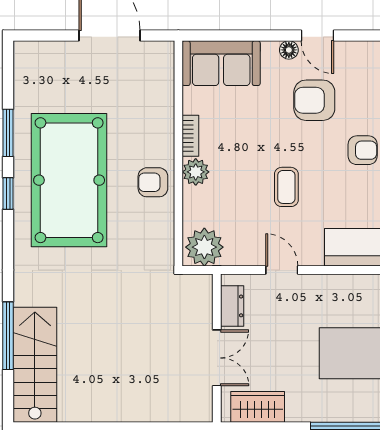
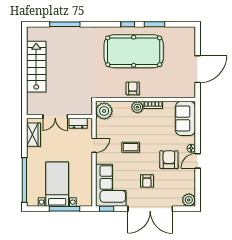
stairs: (35, 365) -> (36, 67), moved, turned -90

